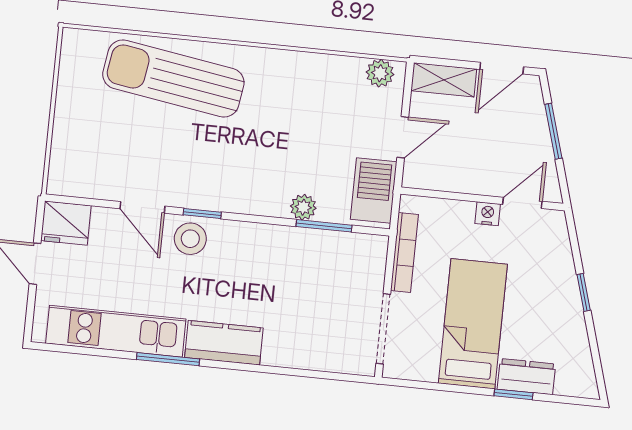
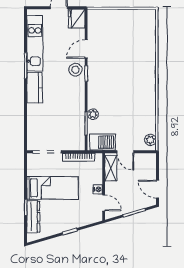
sun lounger: (173, 78) -> (140, 56), removed
shelving: (444, 80) -> (111, 168), moved
dresser: (526, 377) -> (33, 217), width x1.44

